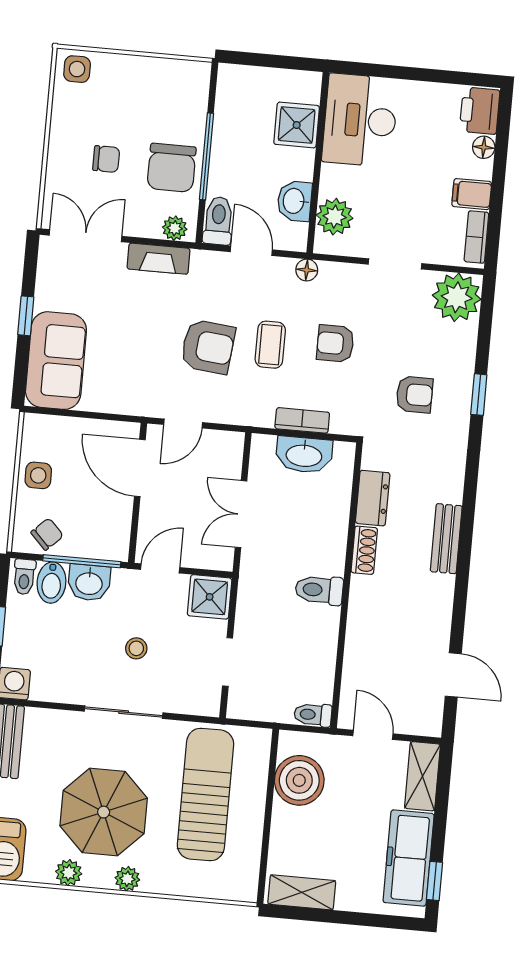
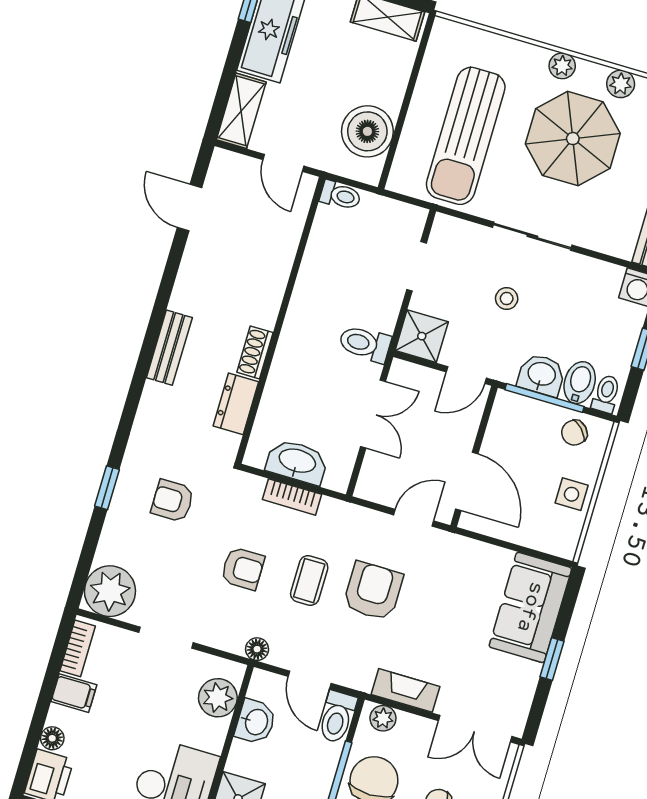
armchair: (208, 347) -> (373, 591), turned 84
toilet: (319, 590) -> (365, 344), moved, turned 180

